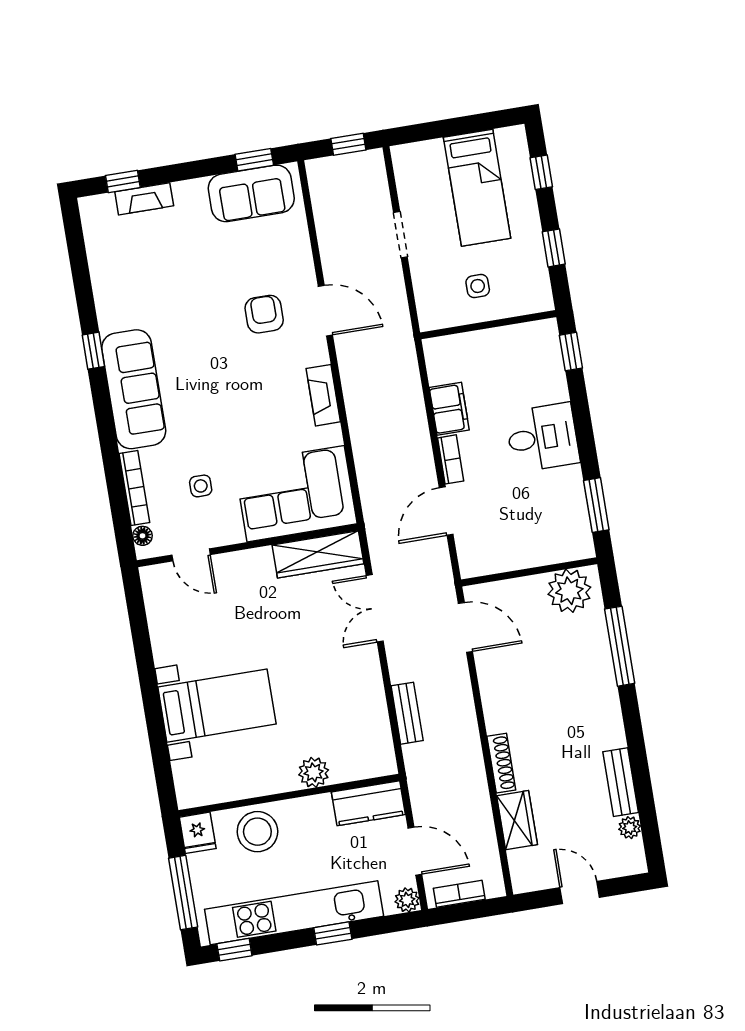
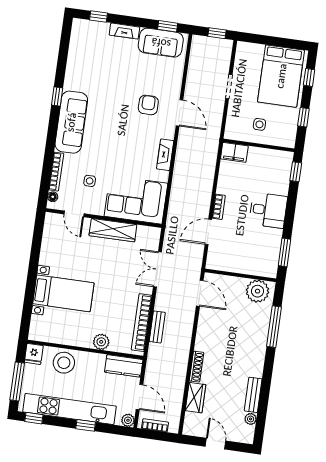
bed: (477, 188) -> (281, 76), width x1.50
fireplace: (144, 199) -> (124, 31), moved
filing cabinet: (449, 409) -> (234, 152), moved, turned 90
wardrobe: (318, 554) -> (113, 230), moved
bookcase: (376, 714) -> (142, 323), added

